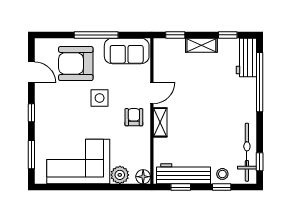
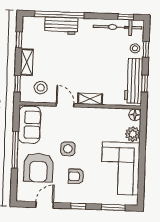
workbench: (246, 58) -> (61, 26), moved
stool: (171, 63) -> (41, 88), added
armchair: (134, 117) -> (76, 176), moved

